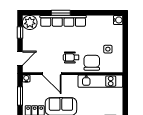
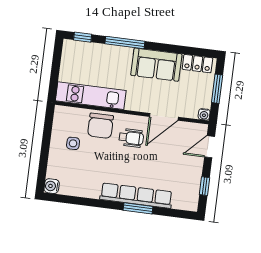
plant: (30, 23) -> (188, 200), removed
door: (52, 74) -> (164, 117), swing flipped

